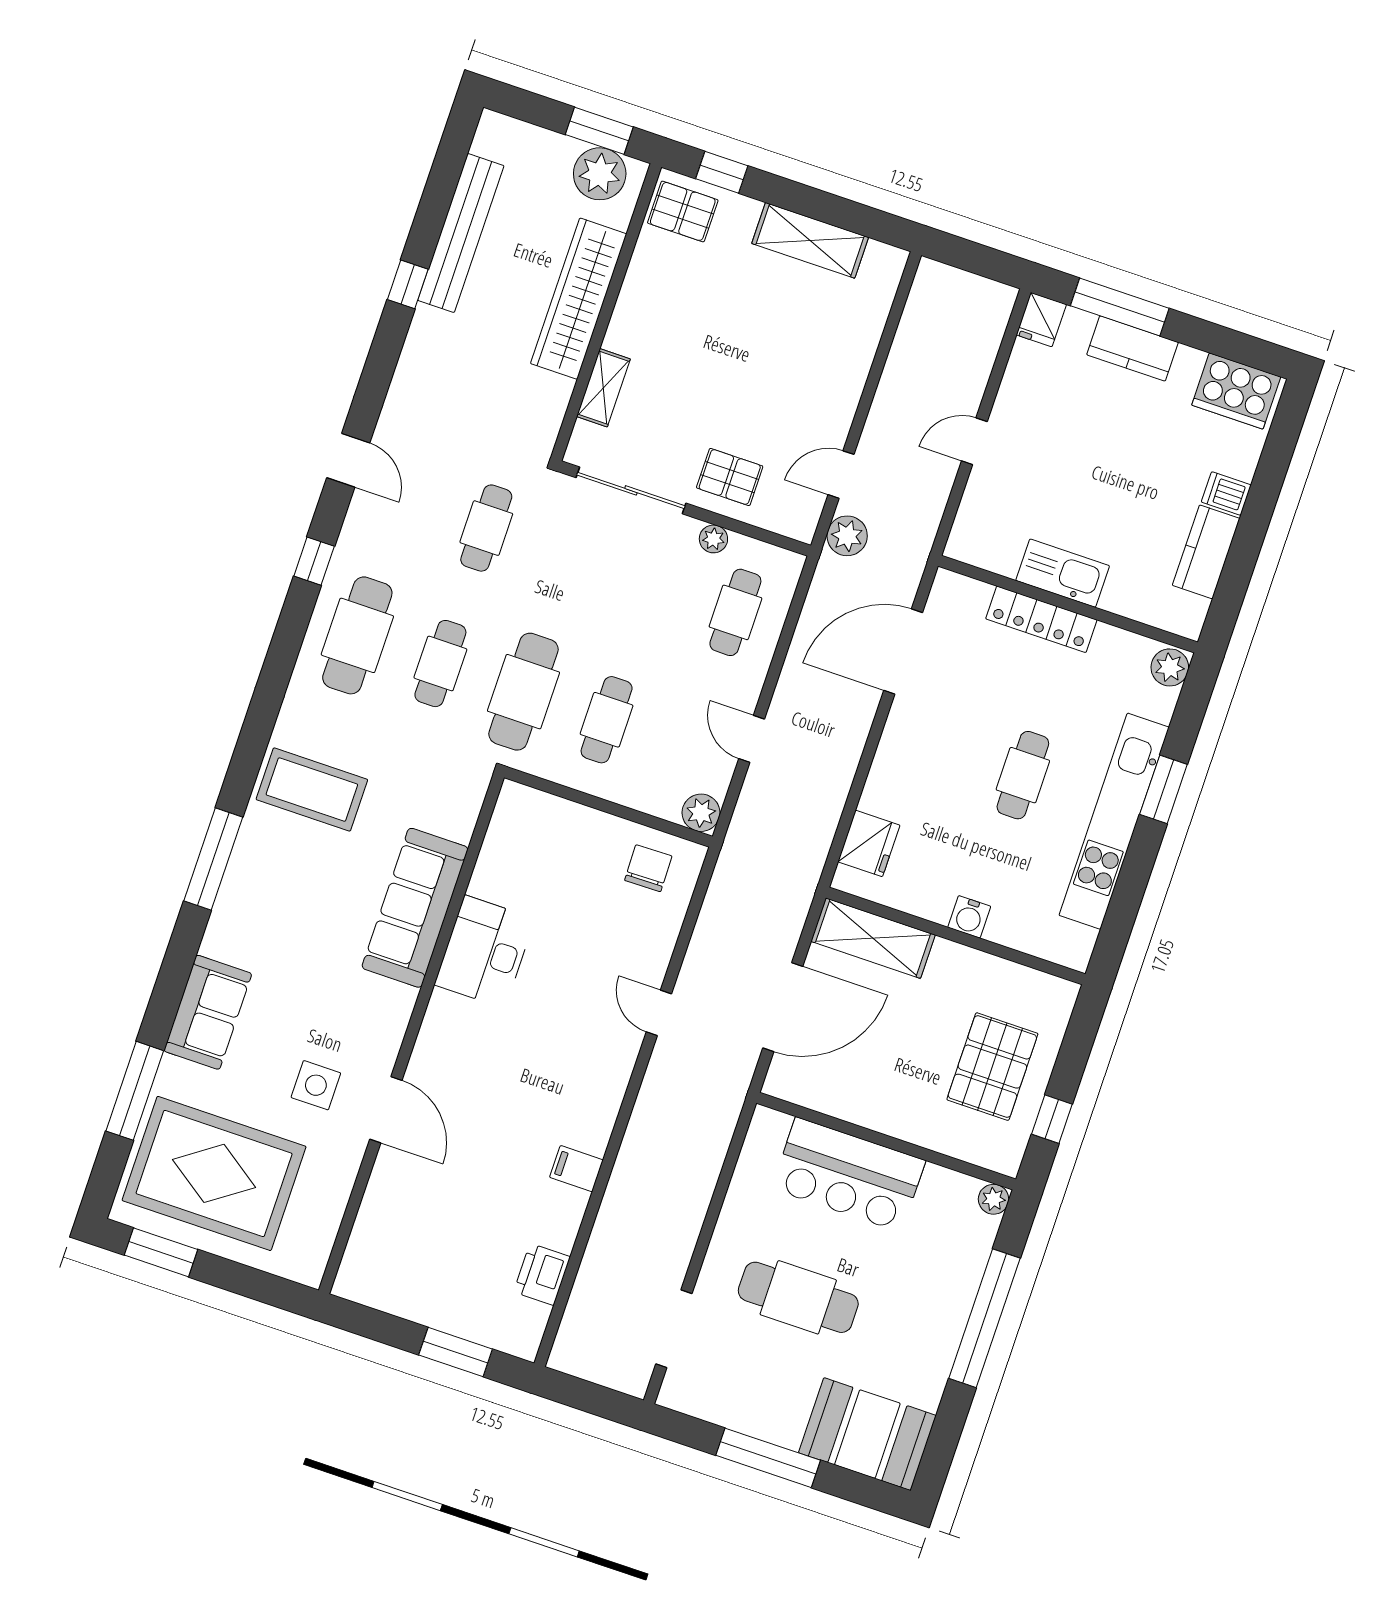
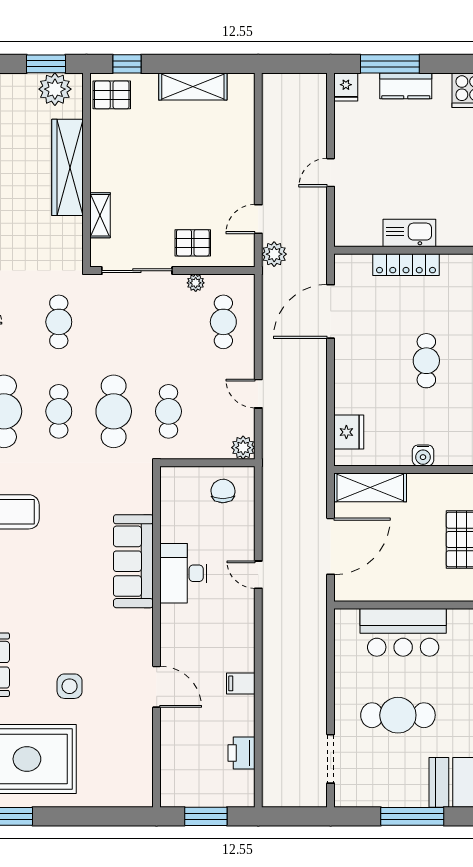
sofa: (415, 908) -> (133, 561), moved
desk: (485, 952) -> (183, 573), moved
wall: (411, 1034) -> (157, 637), moved
door: (386, 1110) -> (157, 687), moved

